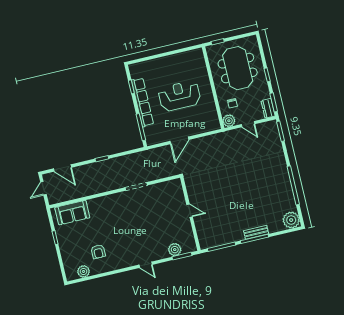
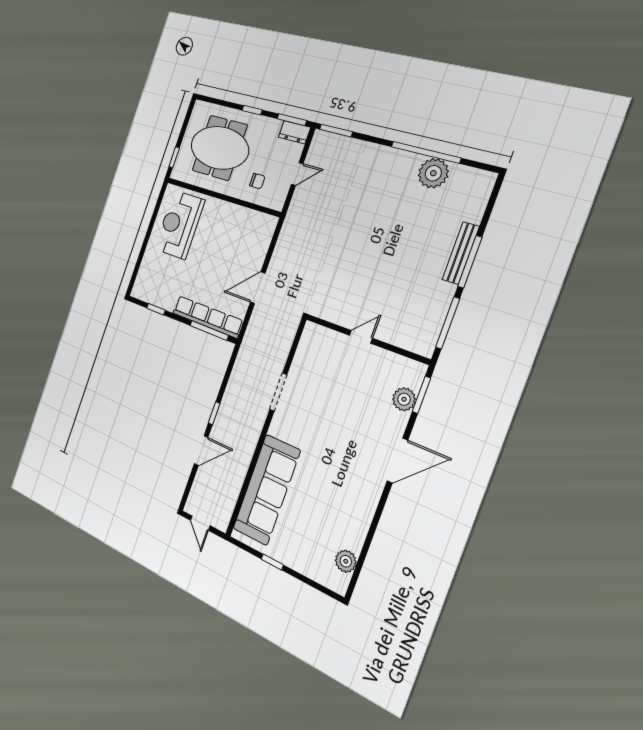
reception desk: (179, 96) -> (179, 225), moved
row of seats: (143, 102) -> (208, 317), moved
plant: (229, 121) -> (276, 200), removed
door: (179, 140) -> (258, 288), swing flipped
door: (62, 168) -> (201, 451), moved
sofa: (72, 213) -> (267, 490), width x1.85, depth x1.27
plant: (291, 220) -> (433, 173), moved
bench: (256, 232) -> (461, 253), width x1.36
armchair: (98, 252) -> (332, 516), removed
door: (146, 265) -> (397, 460), width x1.88

